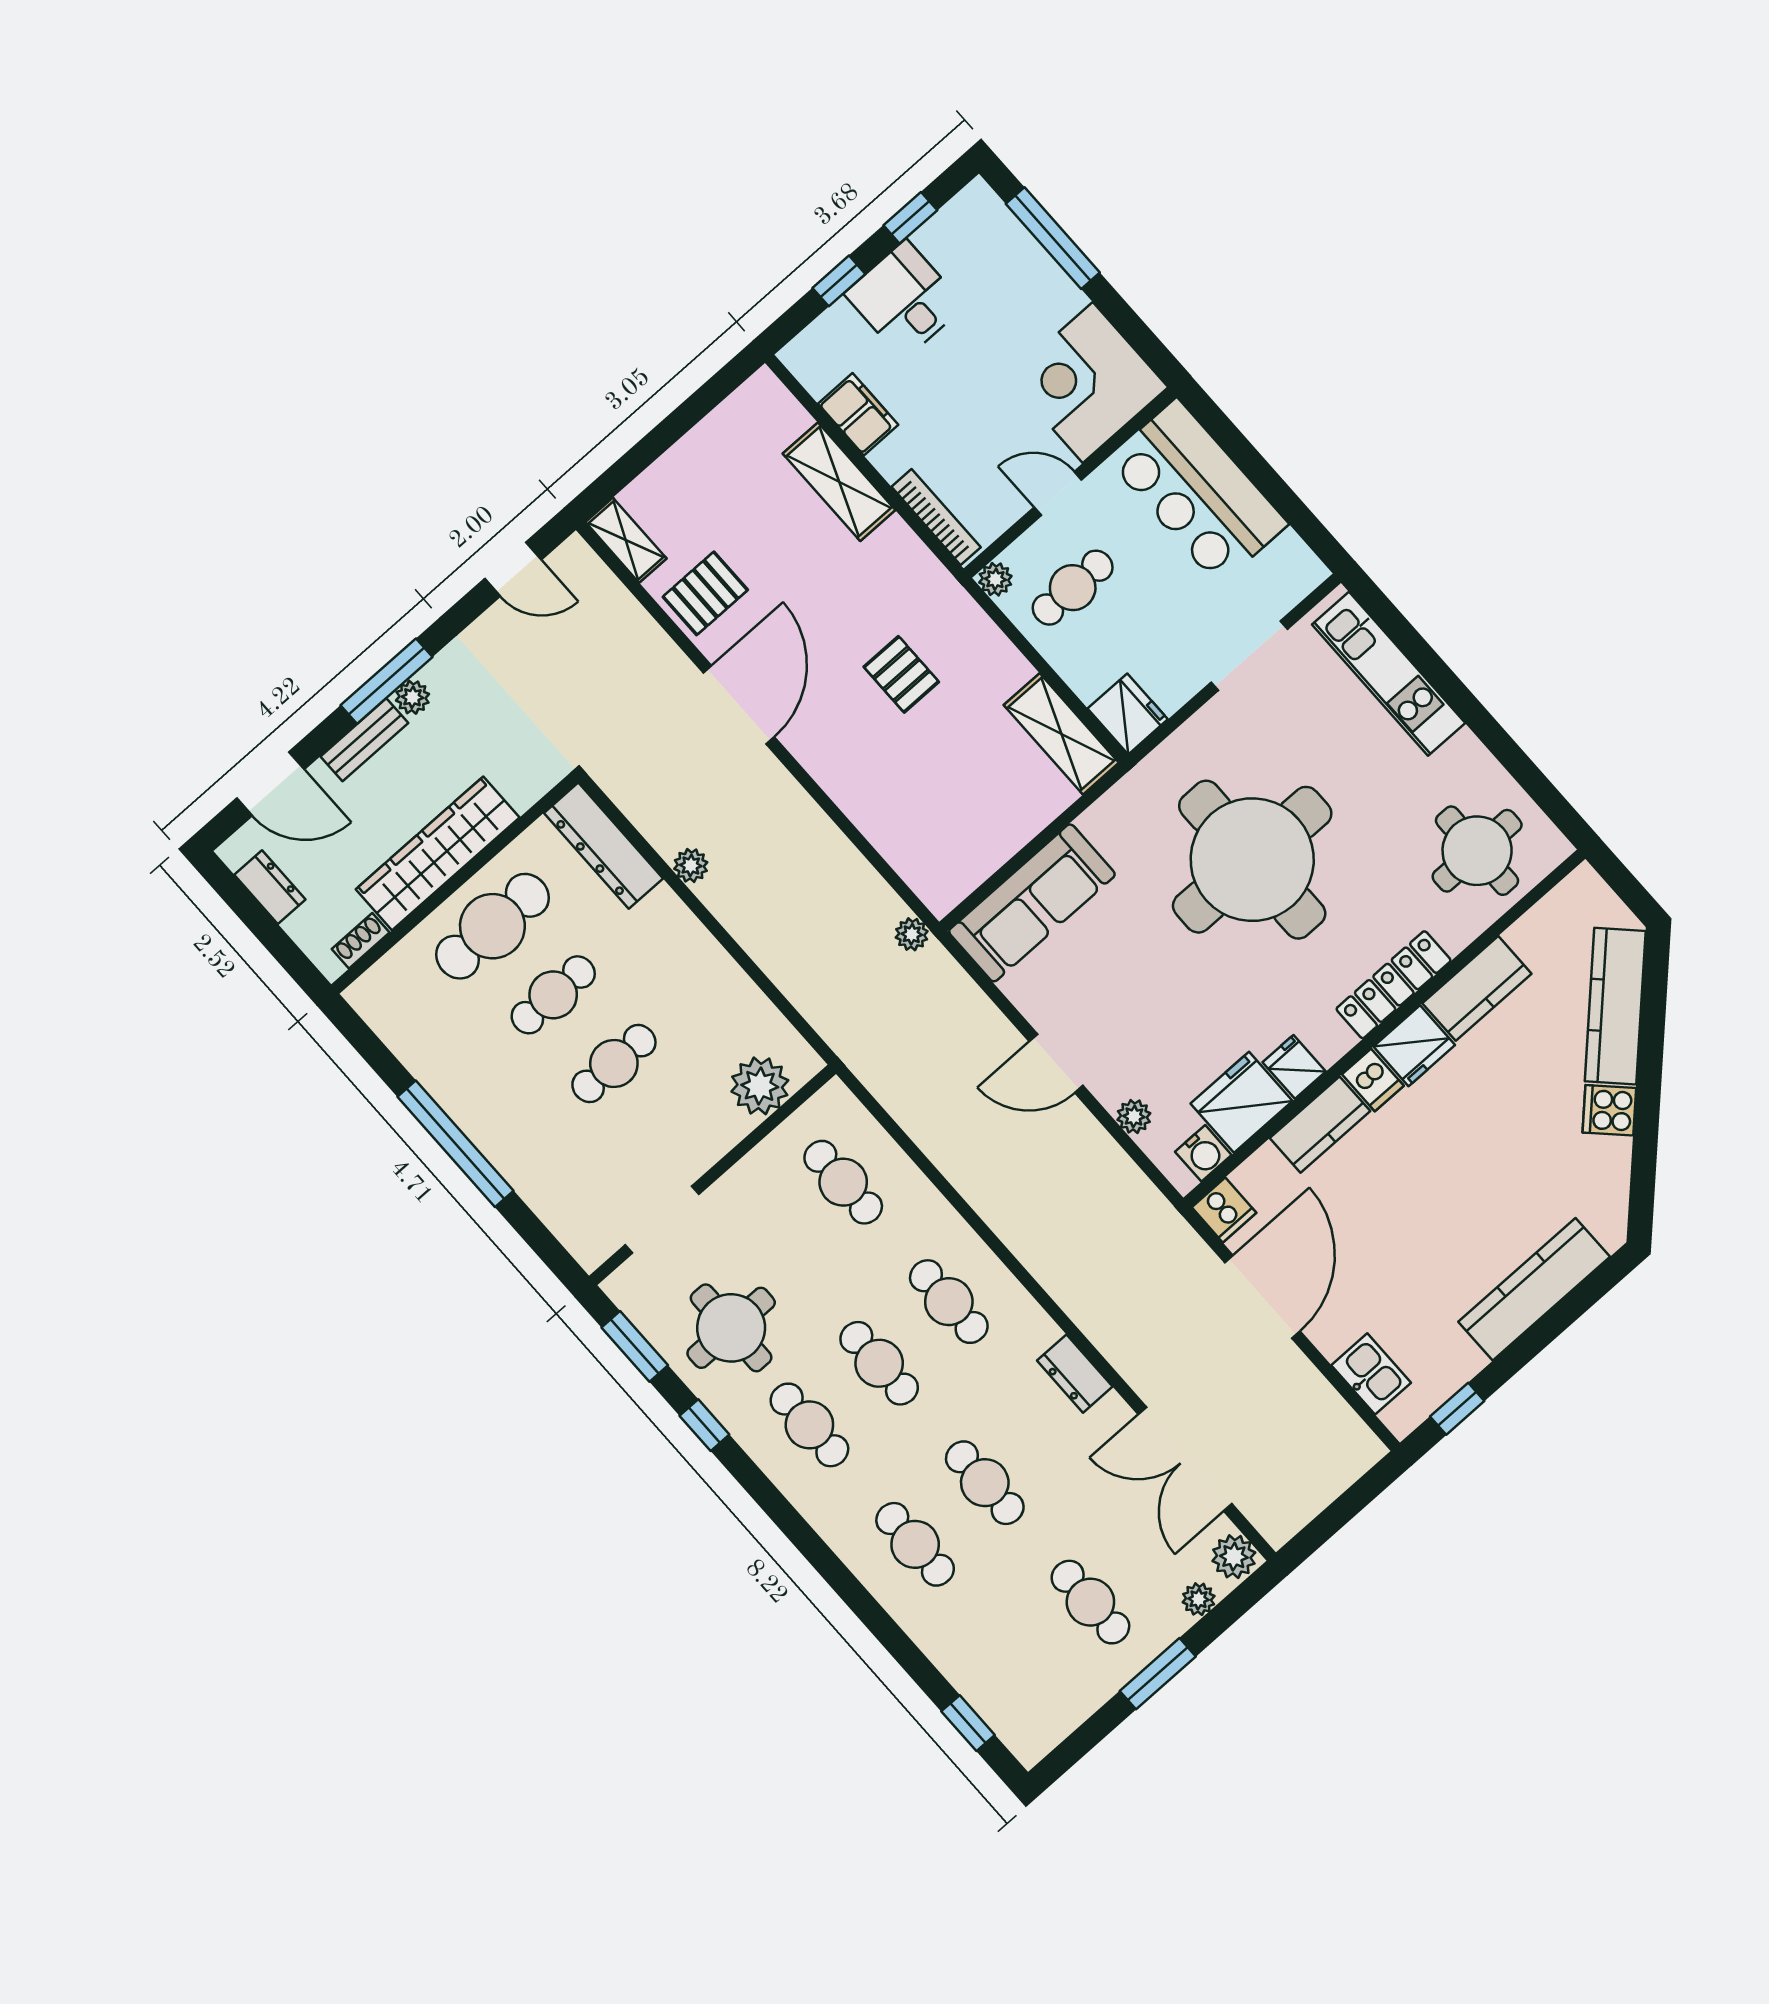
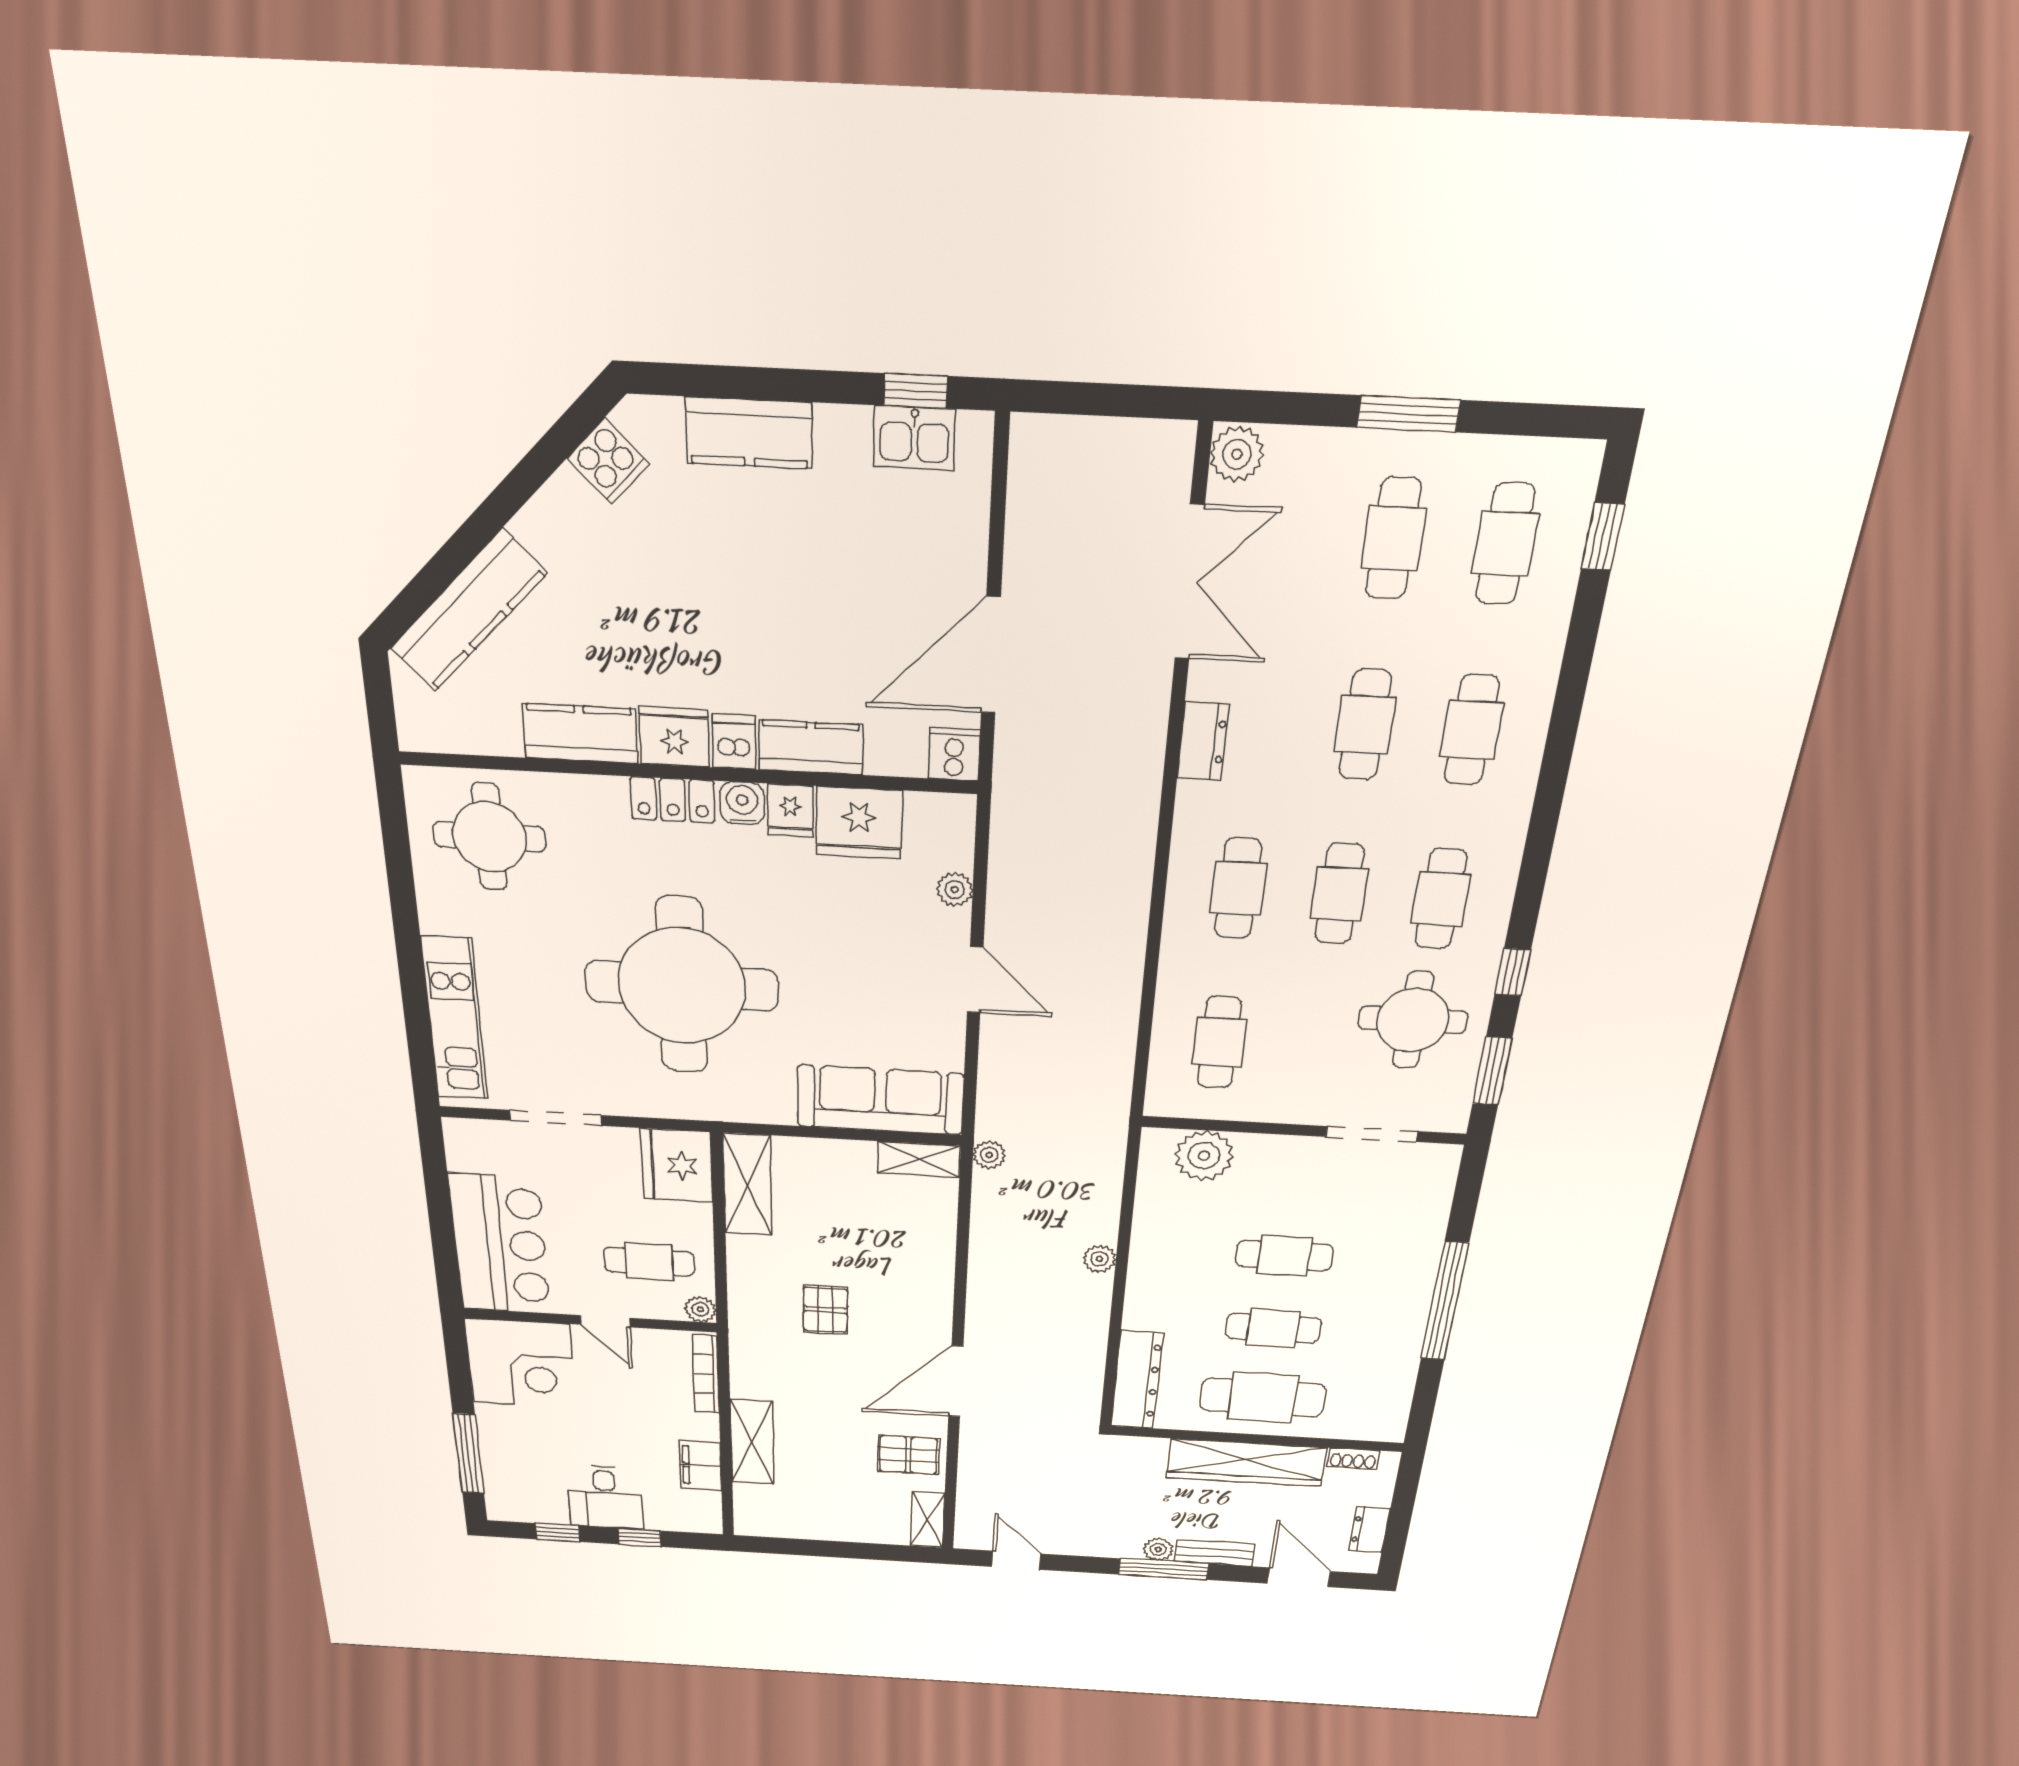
fridge: (1128, 714) -> (677, 1166), width x1.36, depth x1.34
plant: (691, 866) -> (1099, 1259), moved
shelving: (958, 880) -> (919, 1159), added
locker: (1394, 985) -> (673, 800), width x0.66
cooker: (1609, 1110) -> (608, 461), moved
water cooler: (1203, 1153) -> (742, 803), moved
kitchen counter: (1534, 1289) -> (749, 433), width x0.67
kitchen sink: (1371, 1374) -> (914, 438), moved, turned -90
plant: (1199, 1599) -> (1305, 447), removed
cafe table: (1021, 1664) -> (1505, 544), added

